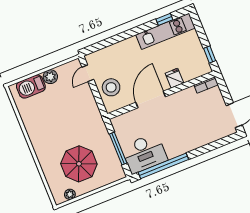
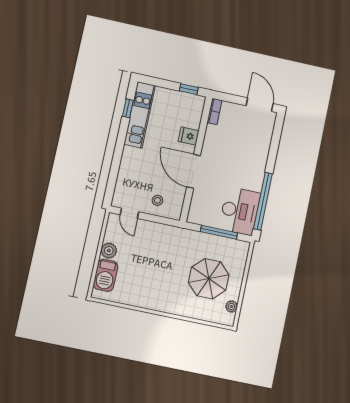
stool: (111, 87) -> (157, 200), width x0.53, depth x0.53

